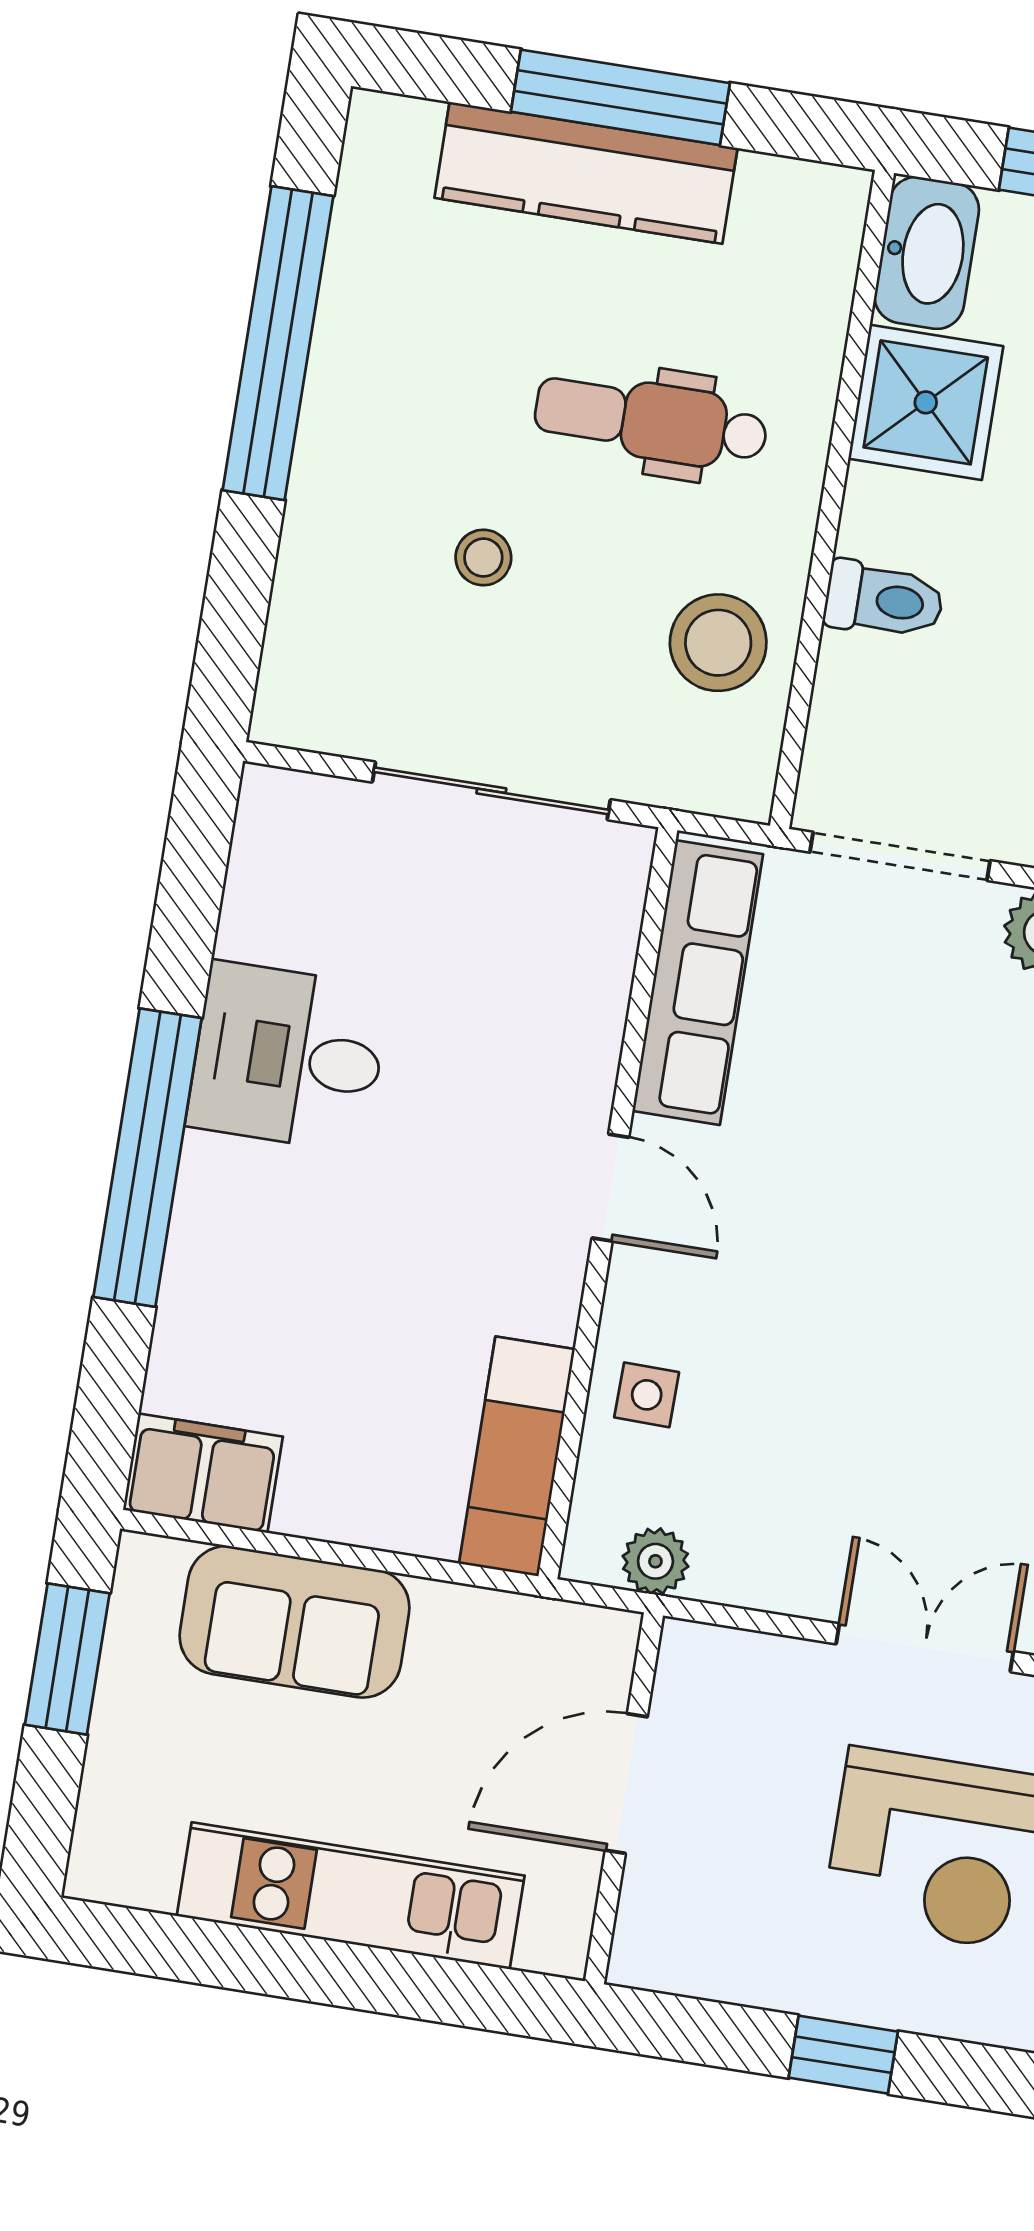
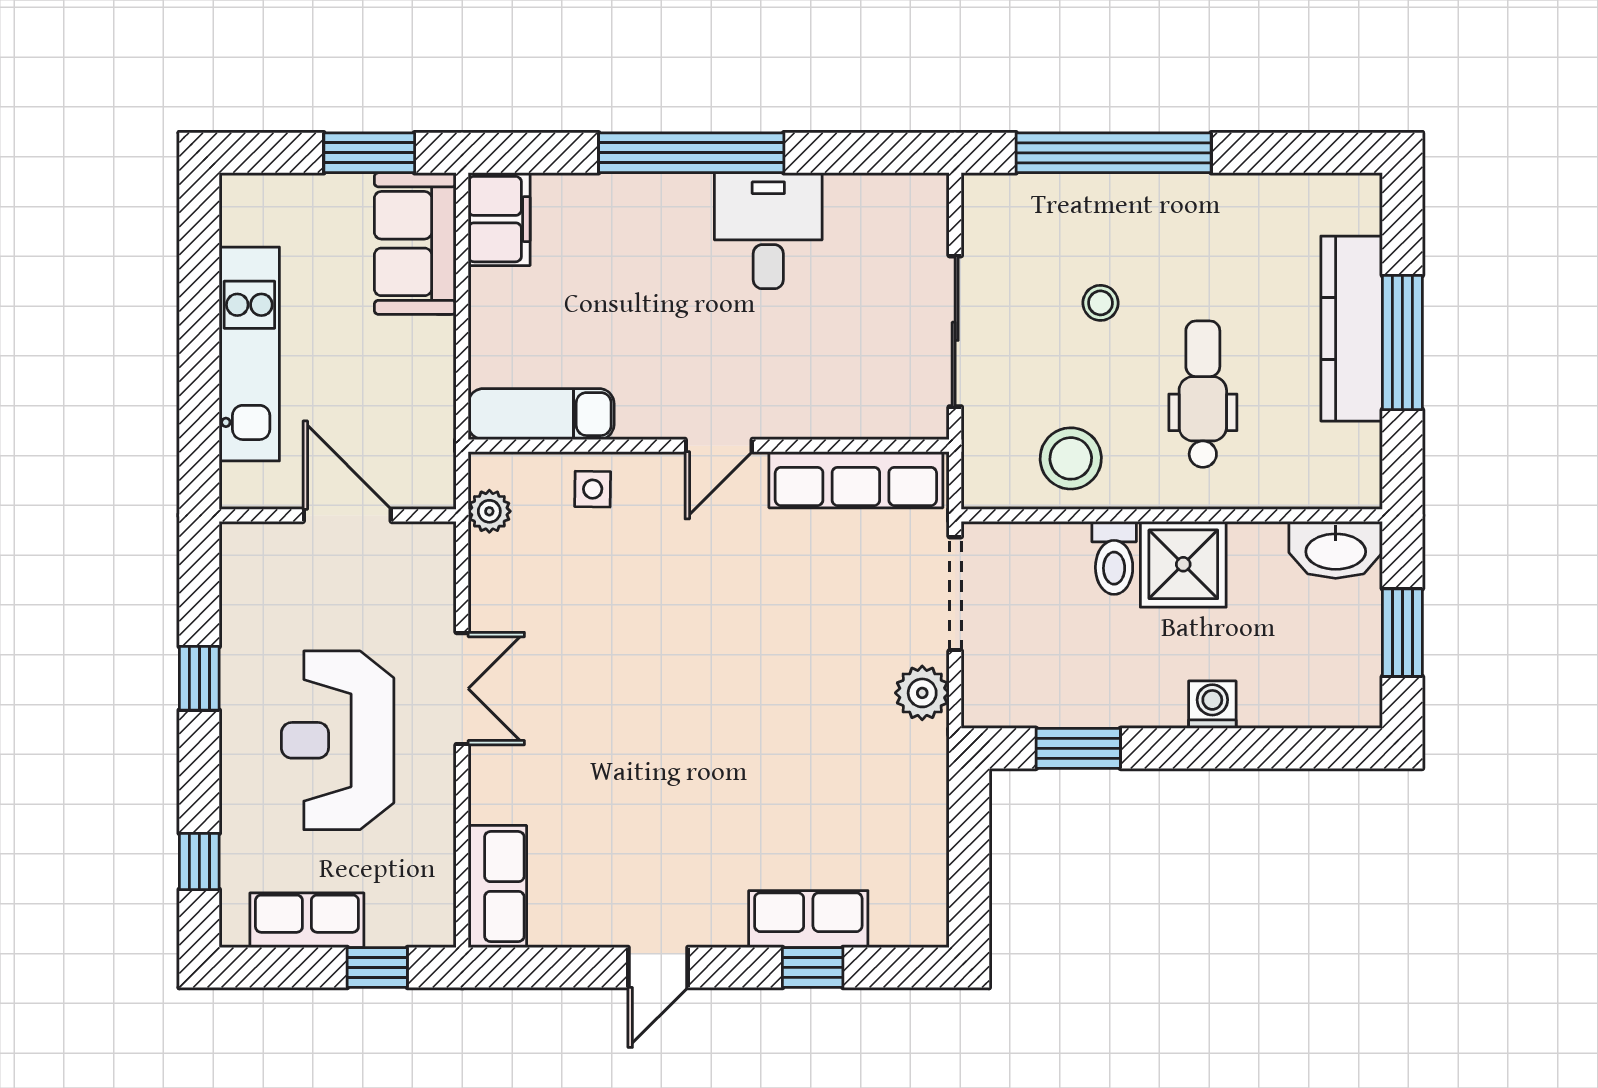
window: (278, 343) -> (1114, 153), moved
shower: (926, 402) -> (1183, 564), moved
sofa: (295, 1622) -> (415, 244), moved

